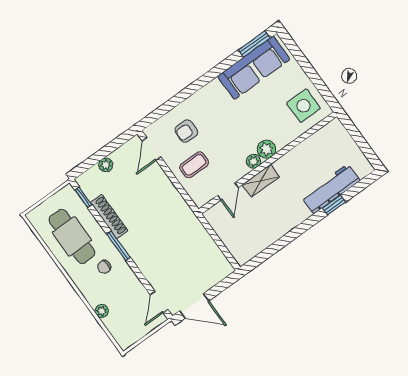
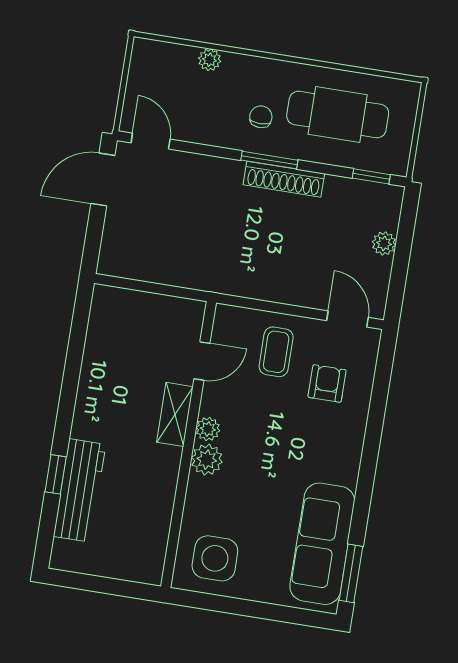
door: (228, 191) -> (202, 361), swing flipped
shoe rack: (109, 216) -> (284, 179), moved

